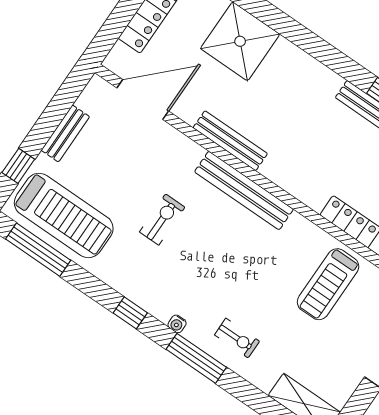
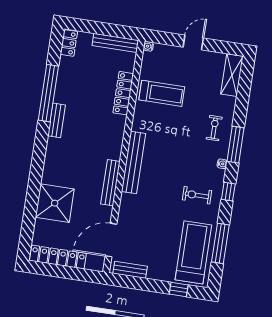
door: (143, 99) -> (111, 240), hinge flipped
bench: (65, 133) -> (130, 270), moved
exercise bike: (162, 220) -> (197, 195), moved
window: (38, 250) -> (220, 243), moved

